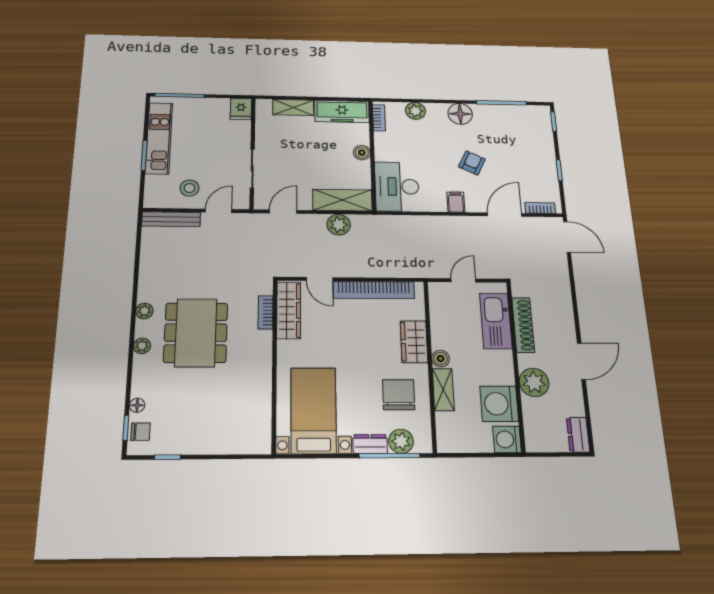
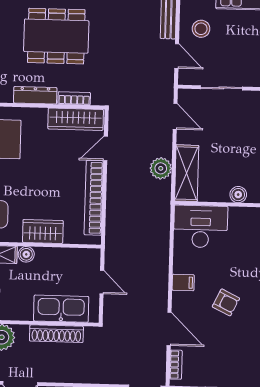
dresser: (263, 353) -> (35, 95), added

